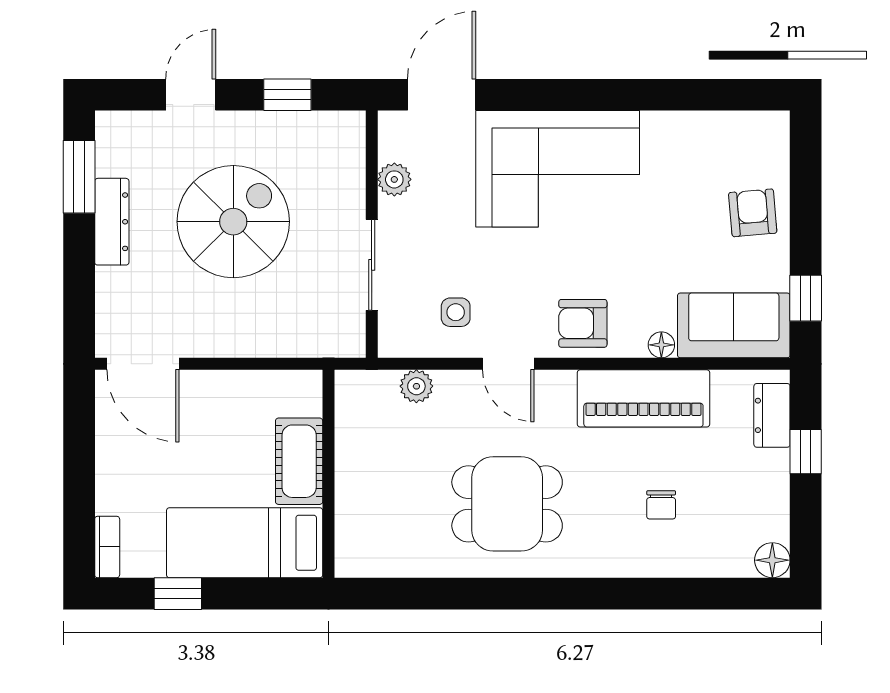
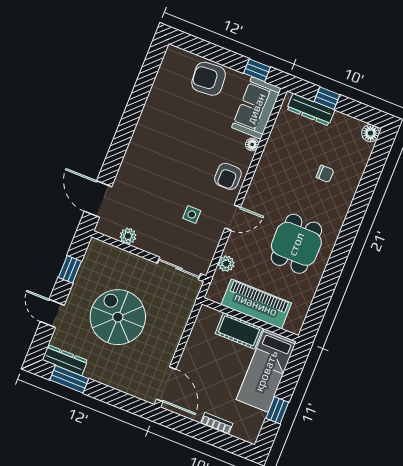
corner sofa: (558, 169) -> (153, 160), removed
armchair: (753, 213) -> (209, 79), width x1.38, depth x1.38
dresser: (112, 222) -> (65, 360), moved
sliding door: (372, 265) -> (179, 268), moved
side table: (456, 312) -> (192, 215), moved
door: (143, 364) -> (166, 384), hinge flipped
piano: (643, 398) -> (256, 304), moved, turned -90
dresser: (772, 415) -> (311, 109), width x1.44
bookcase: (107, 547) -> (217, 423), moved

